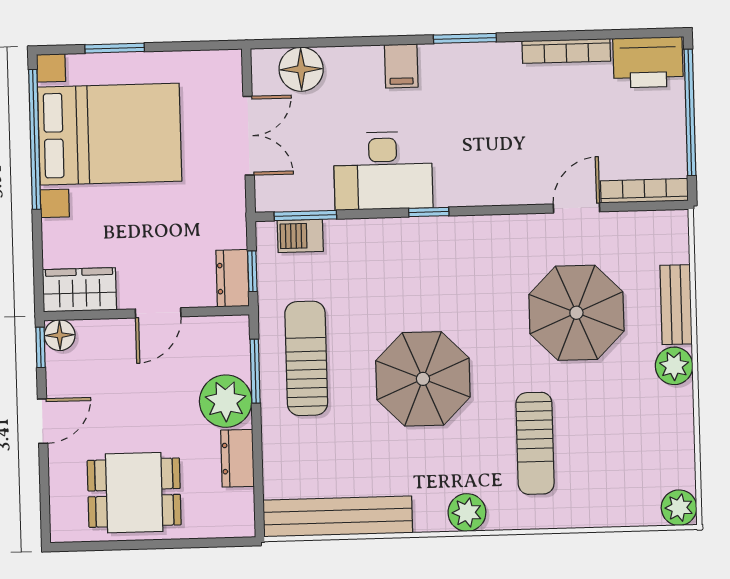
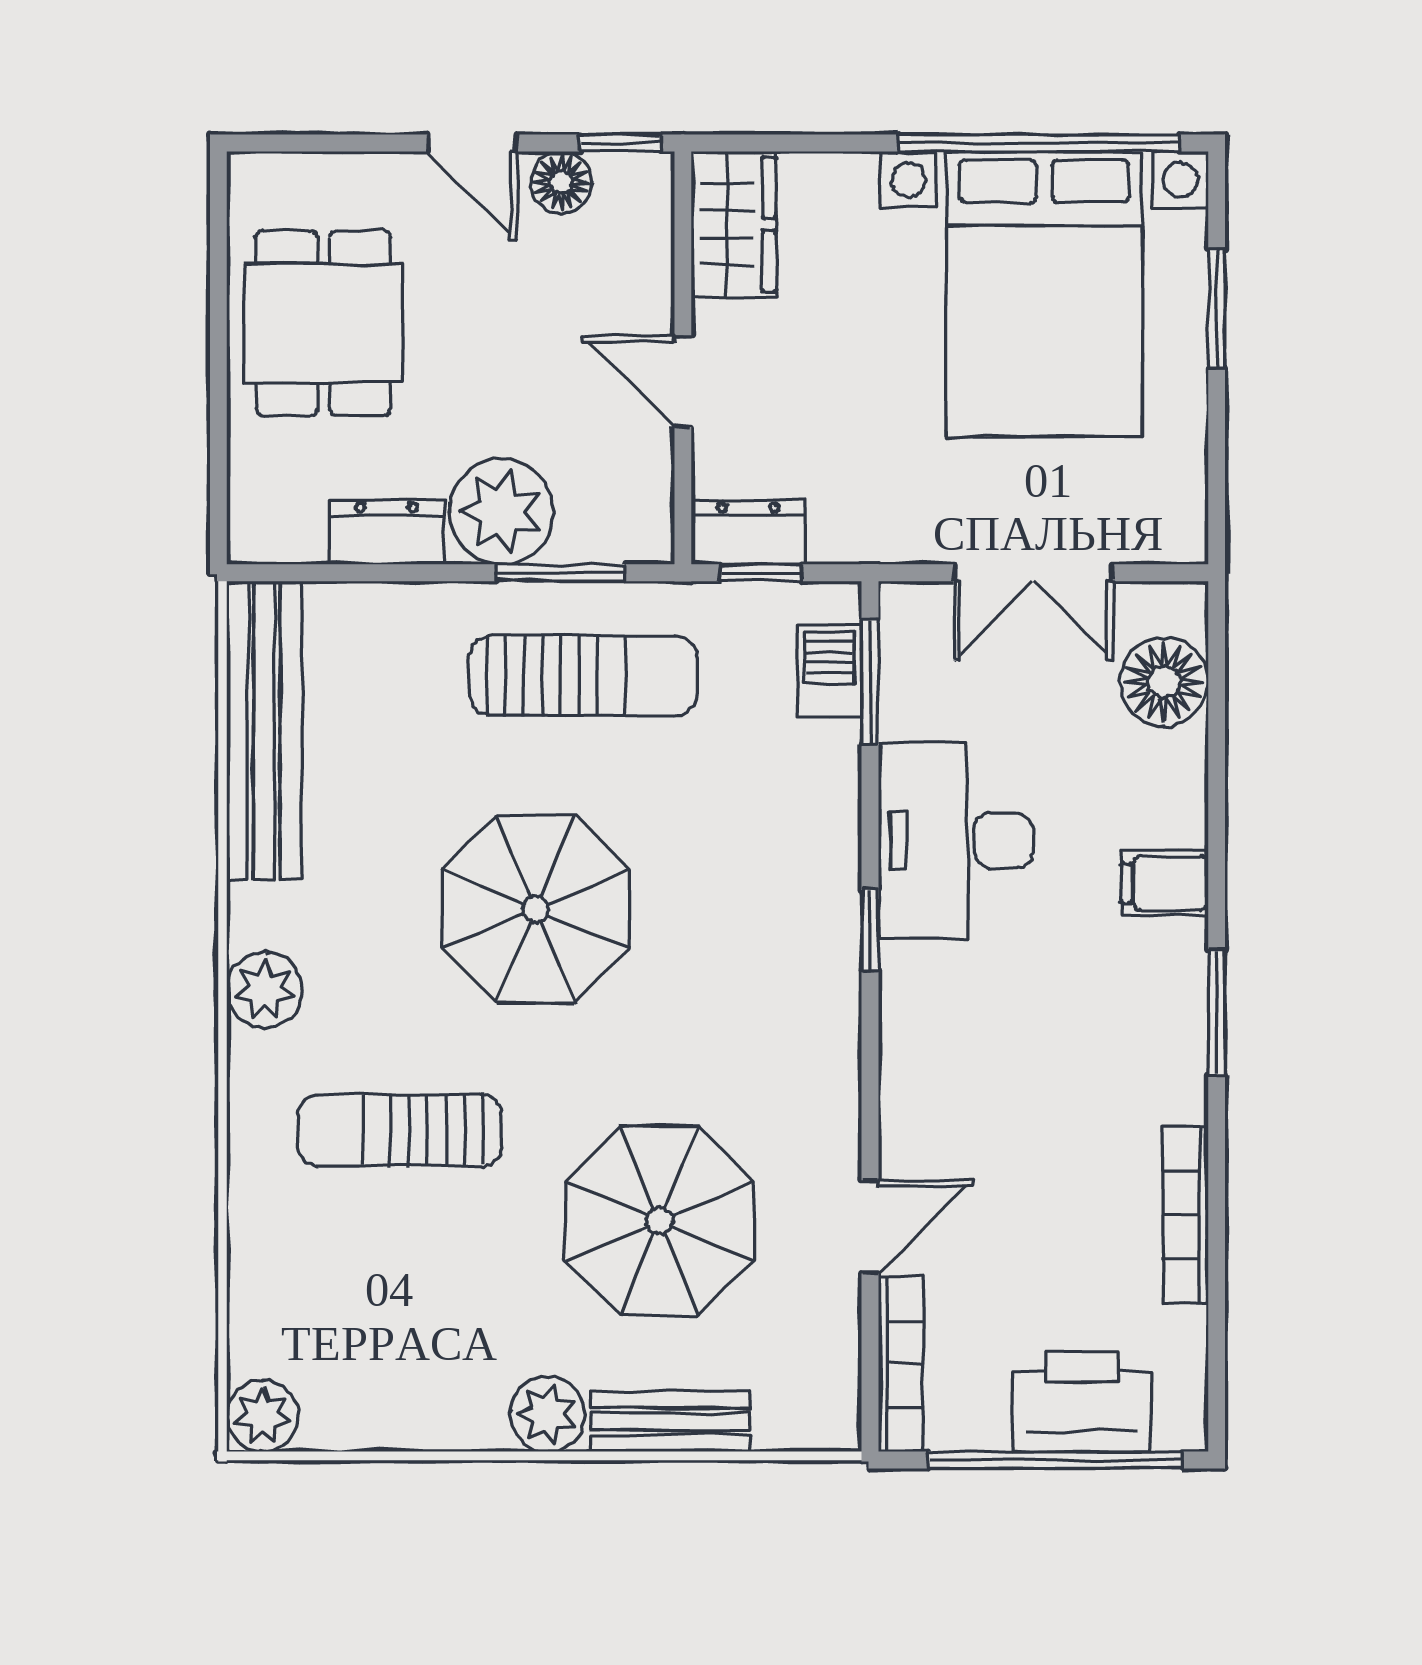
printer: (648, 62) -> (1082, 1402), moved, turned 90
door: (576, 208) -> (870, 1227), hinge flipped
floor lamp: (60, 335) -> (561, 182), moved

